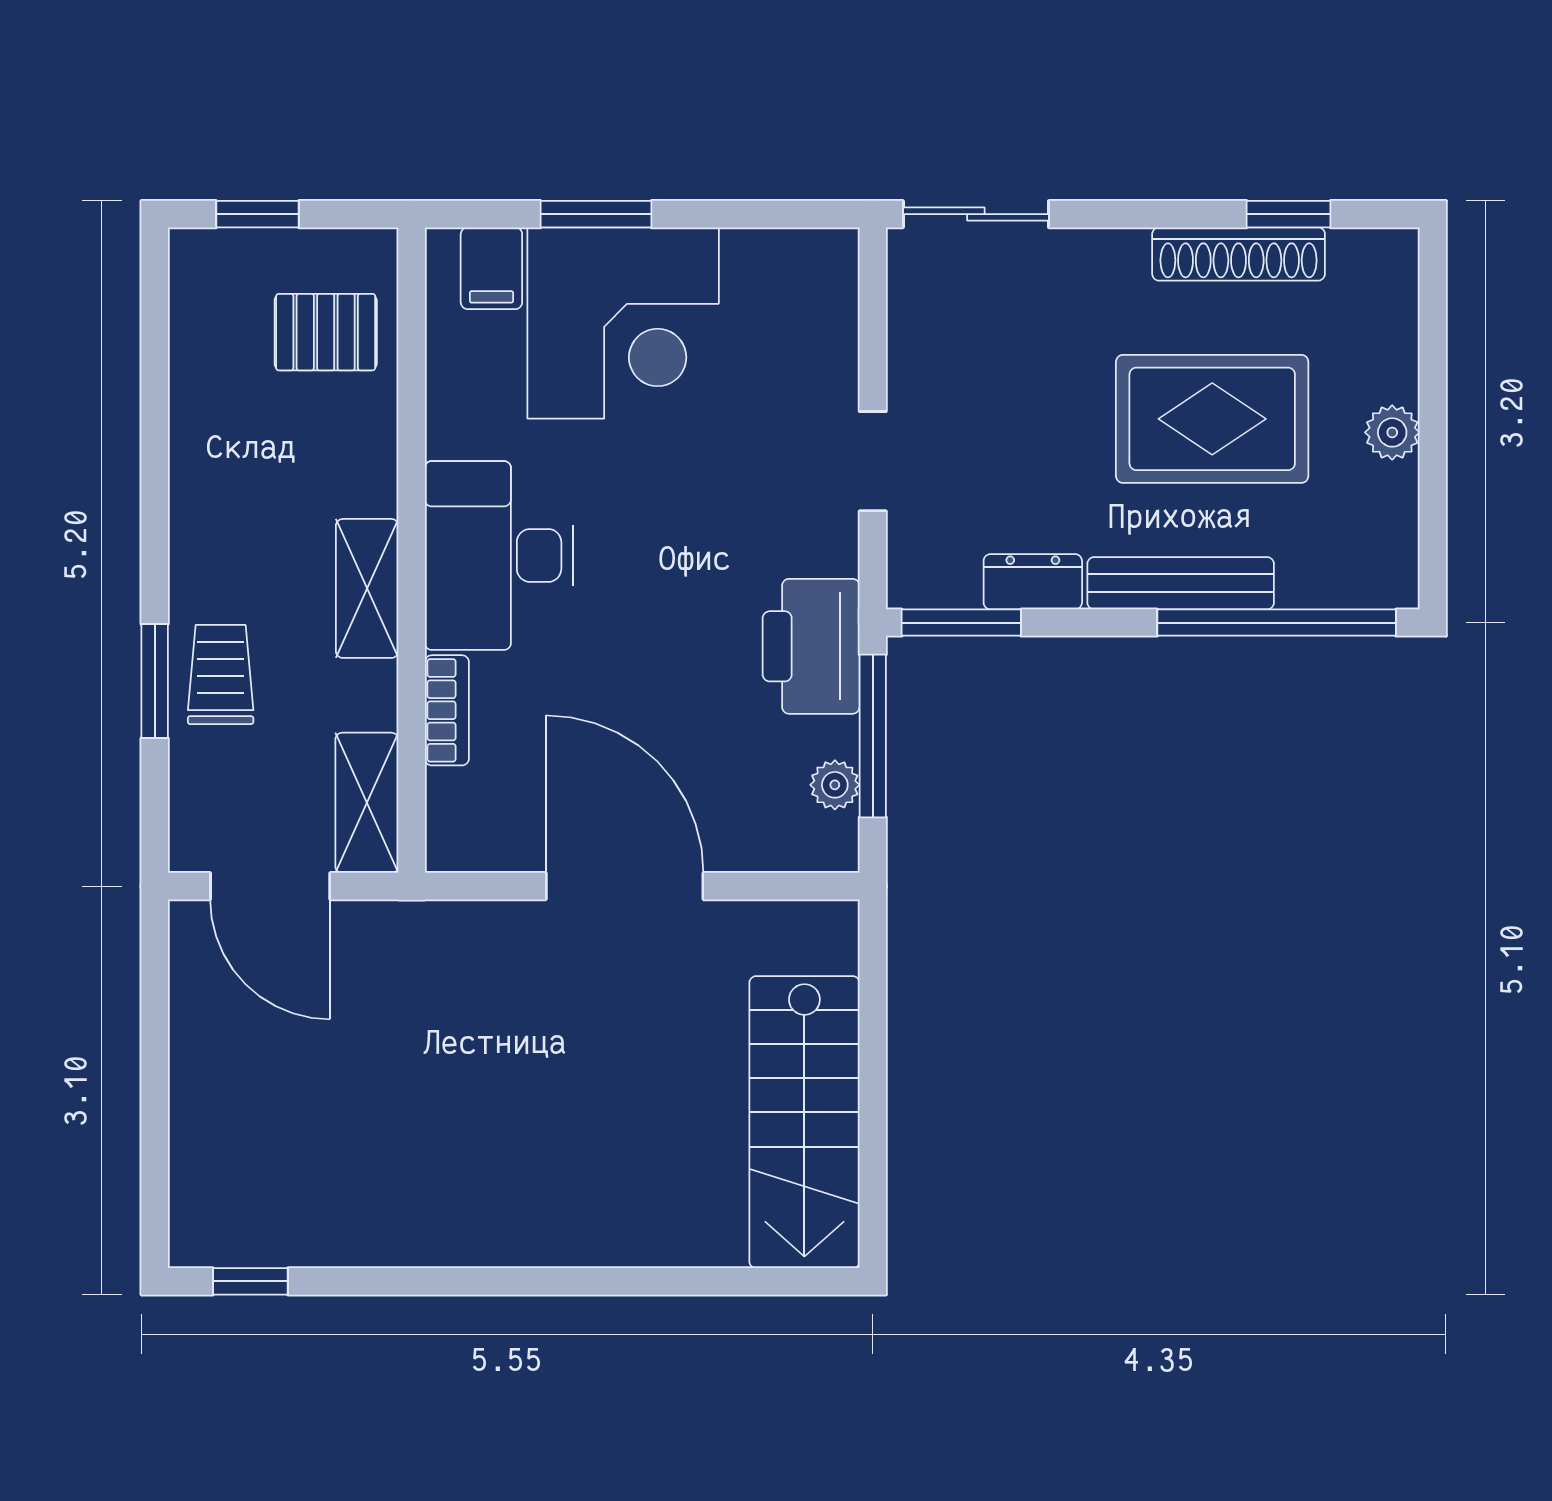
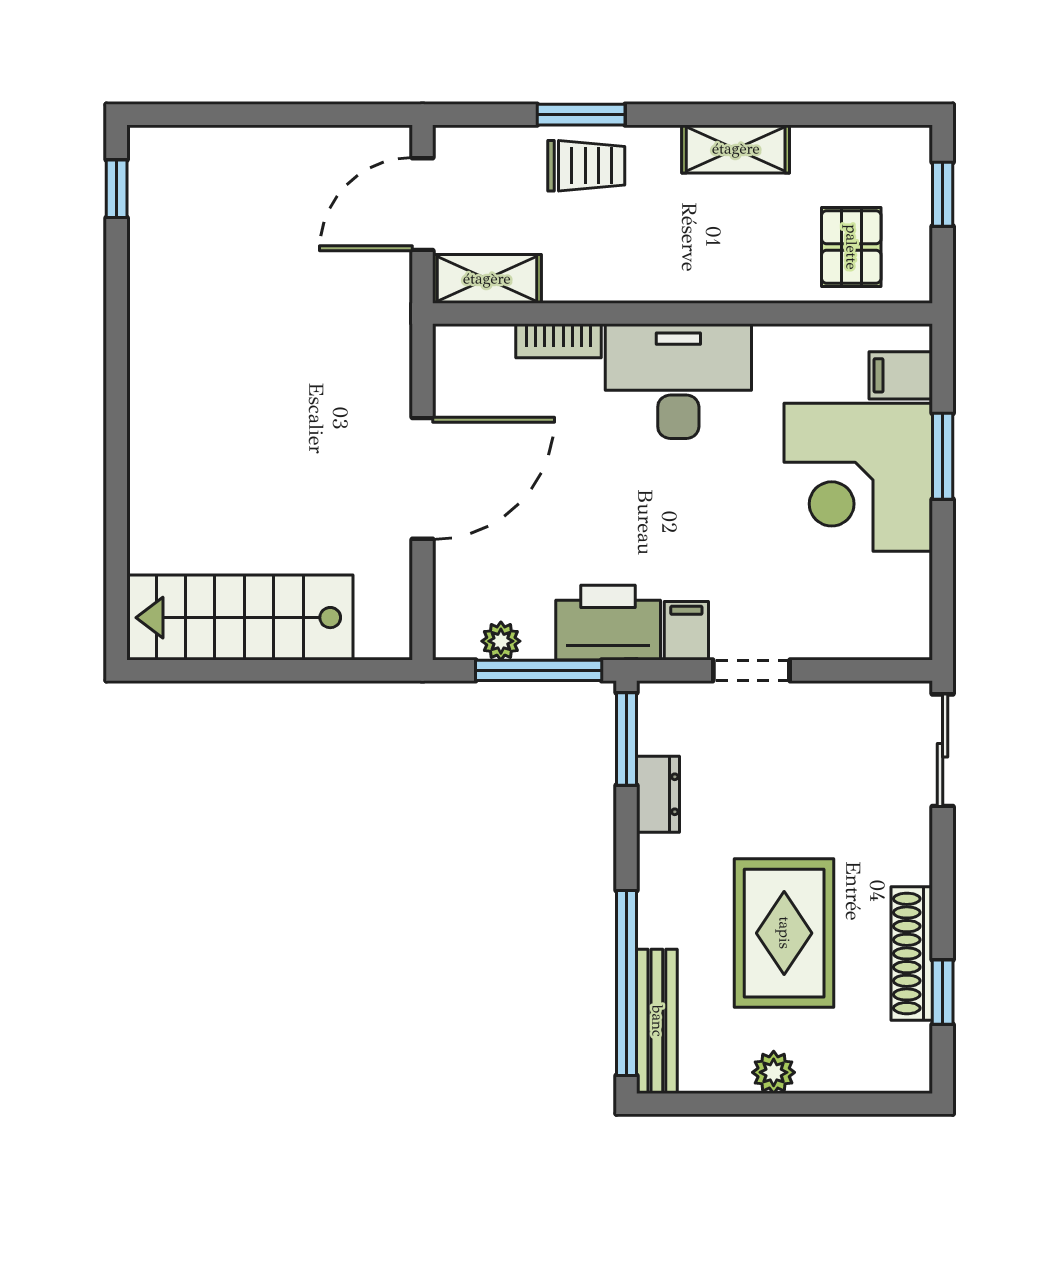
filing cabinet: (822, 545) -> (686, 631), added
bench: (1181, 583) -> (657, 1021), moved
shelving: (367, 588) -> (736, 149), moved

